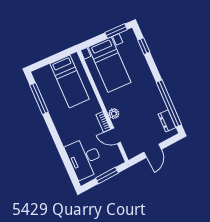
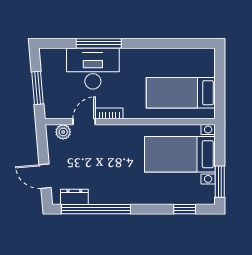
window: (39, 99) -> (99, 43), moved
plant: (114, 114) -> (63, 132), moved
door: (153, 151) -> (45, 176), moved
desk: (85, 158) -> (93, 69), moved

